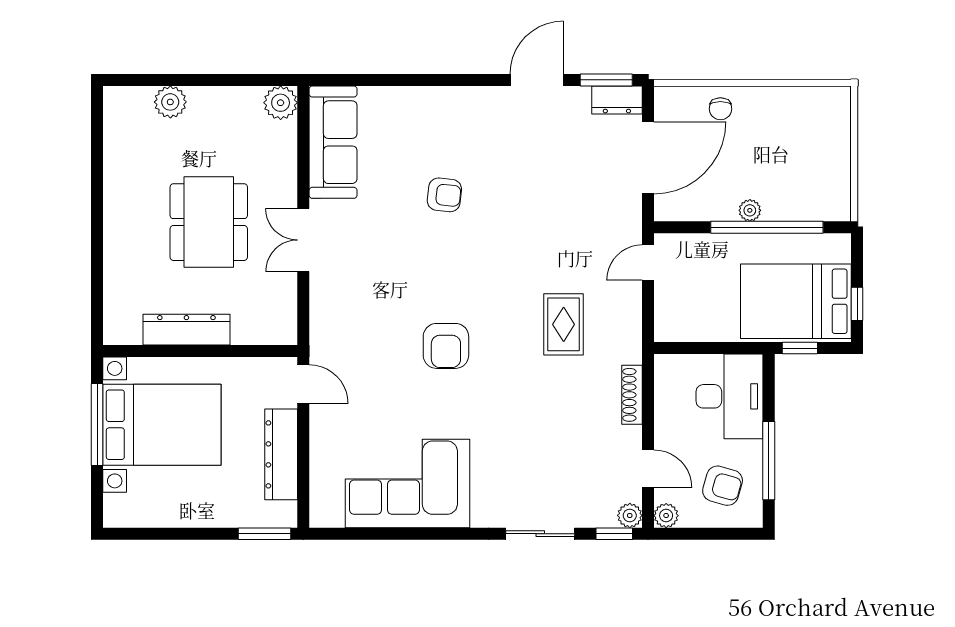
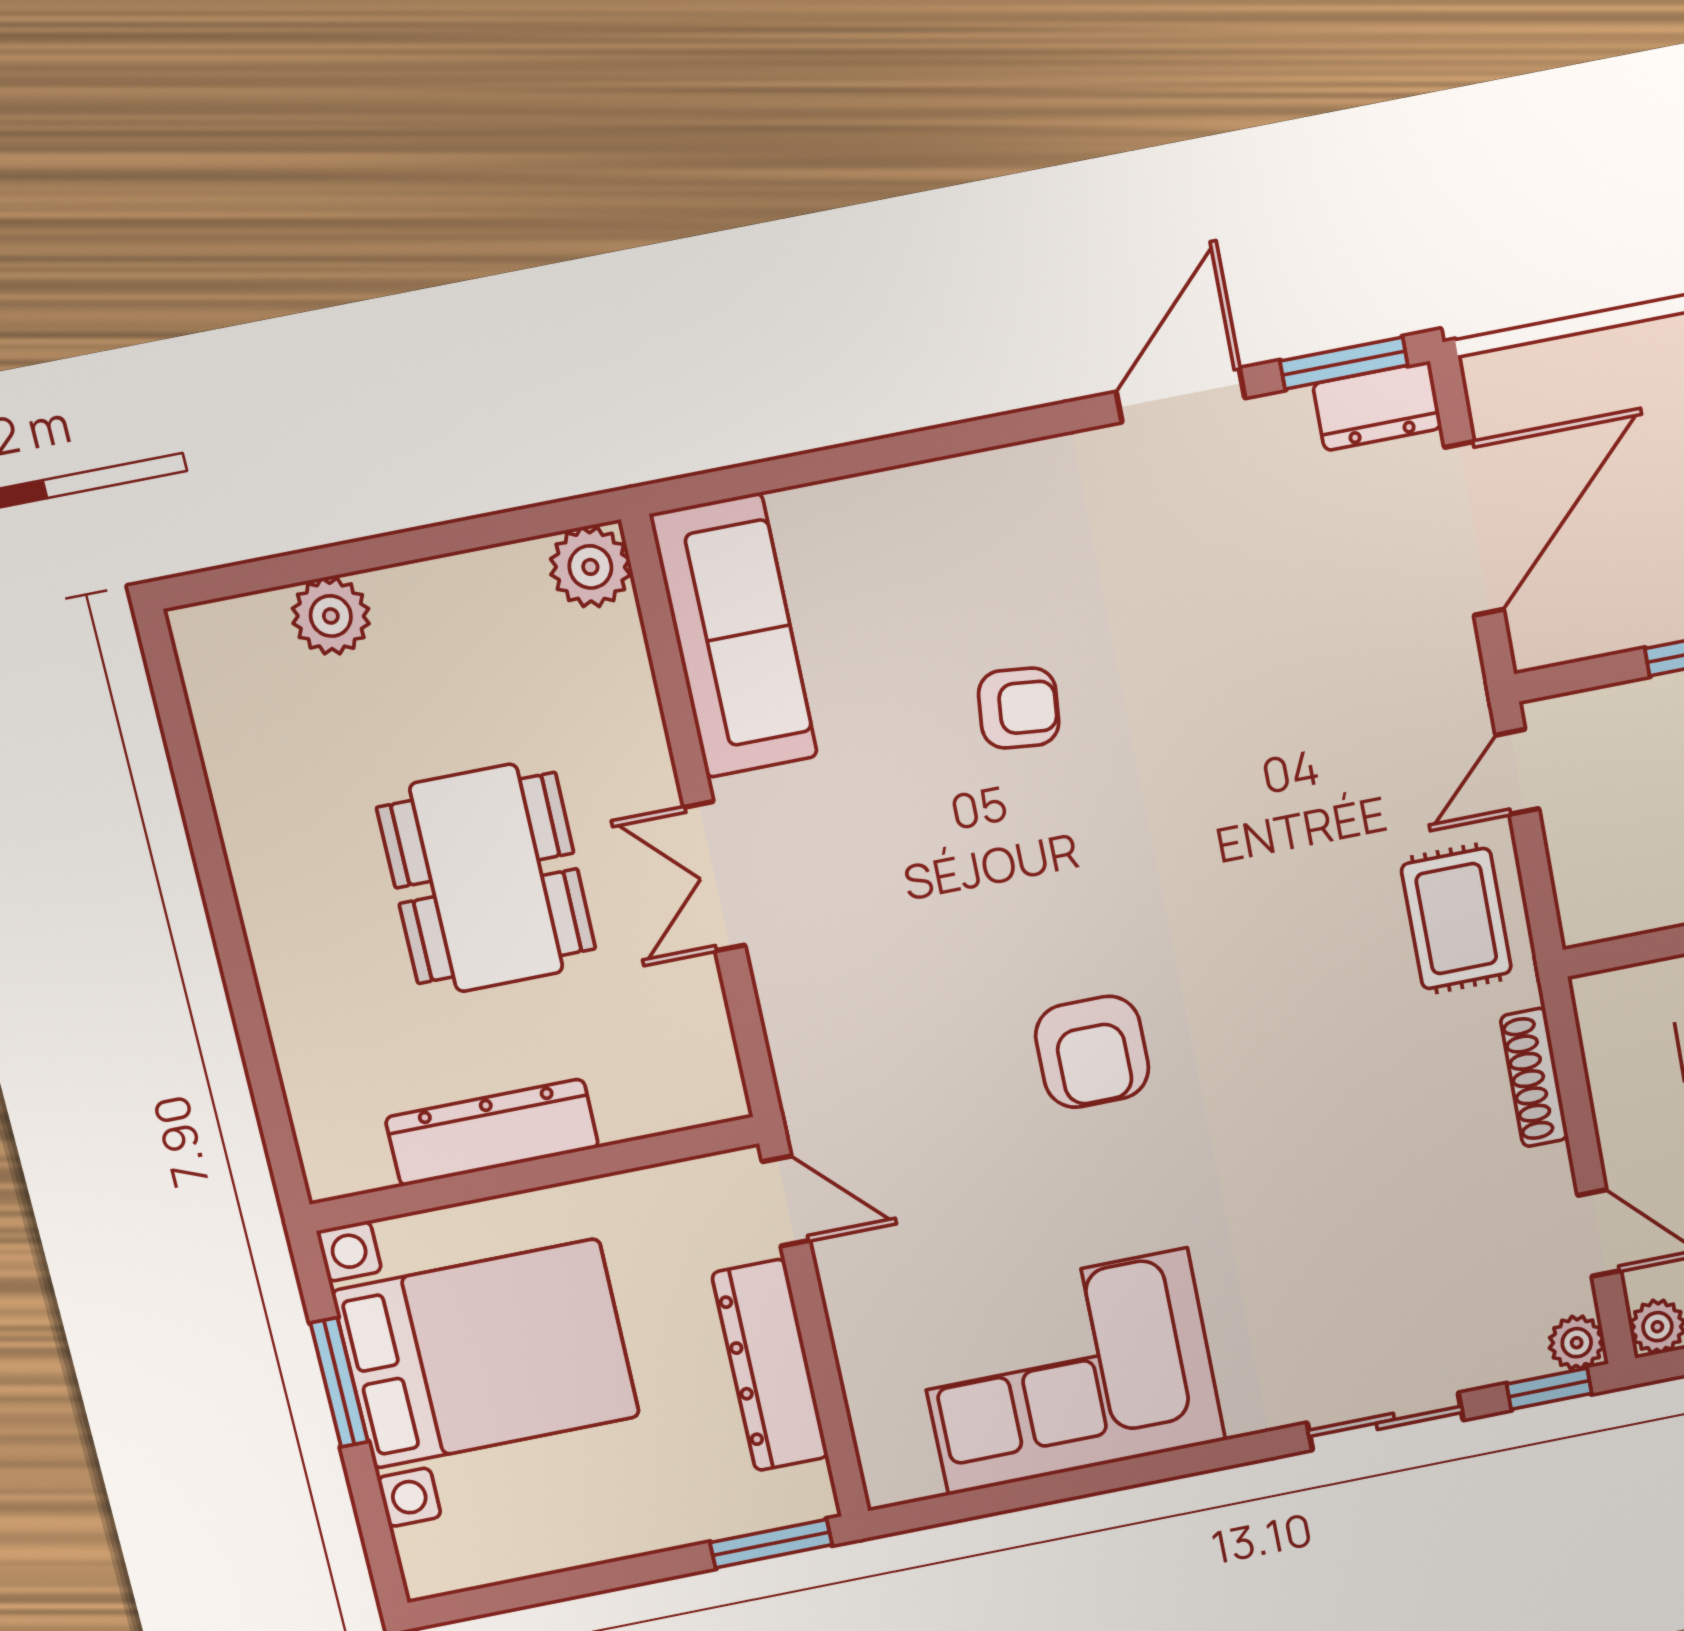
chair: (720, 109) -> (1623, 380), removed
rug: (564, 324) -> (1456, 919), moved
window: (97, 424) -> (339, 1383), width x0.69

